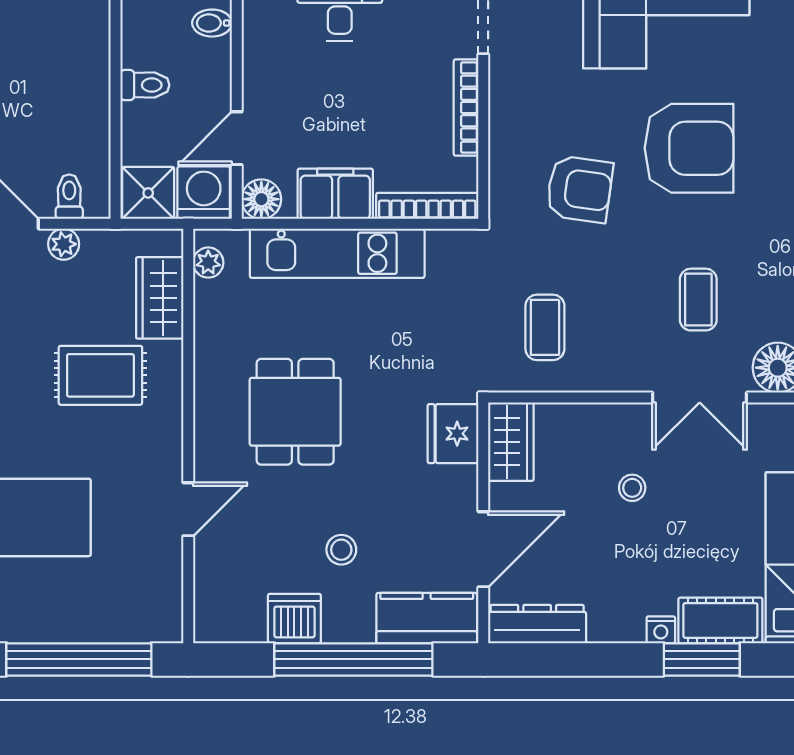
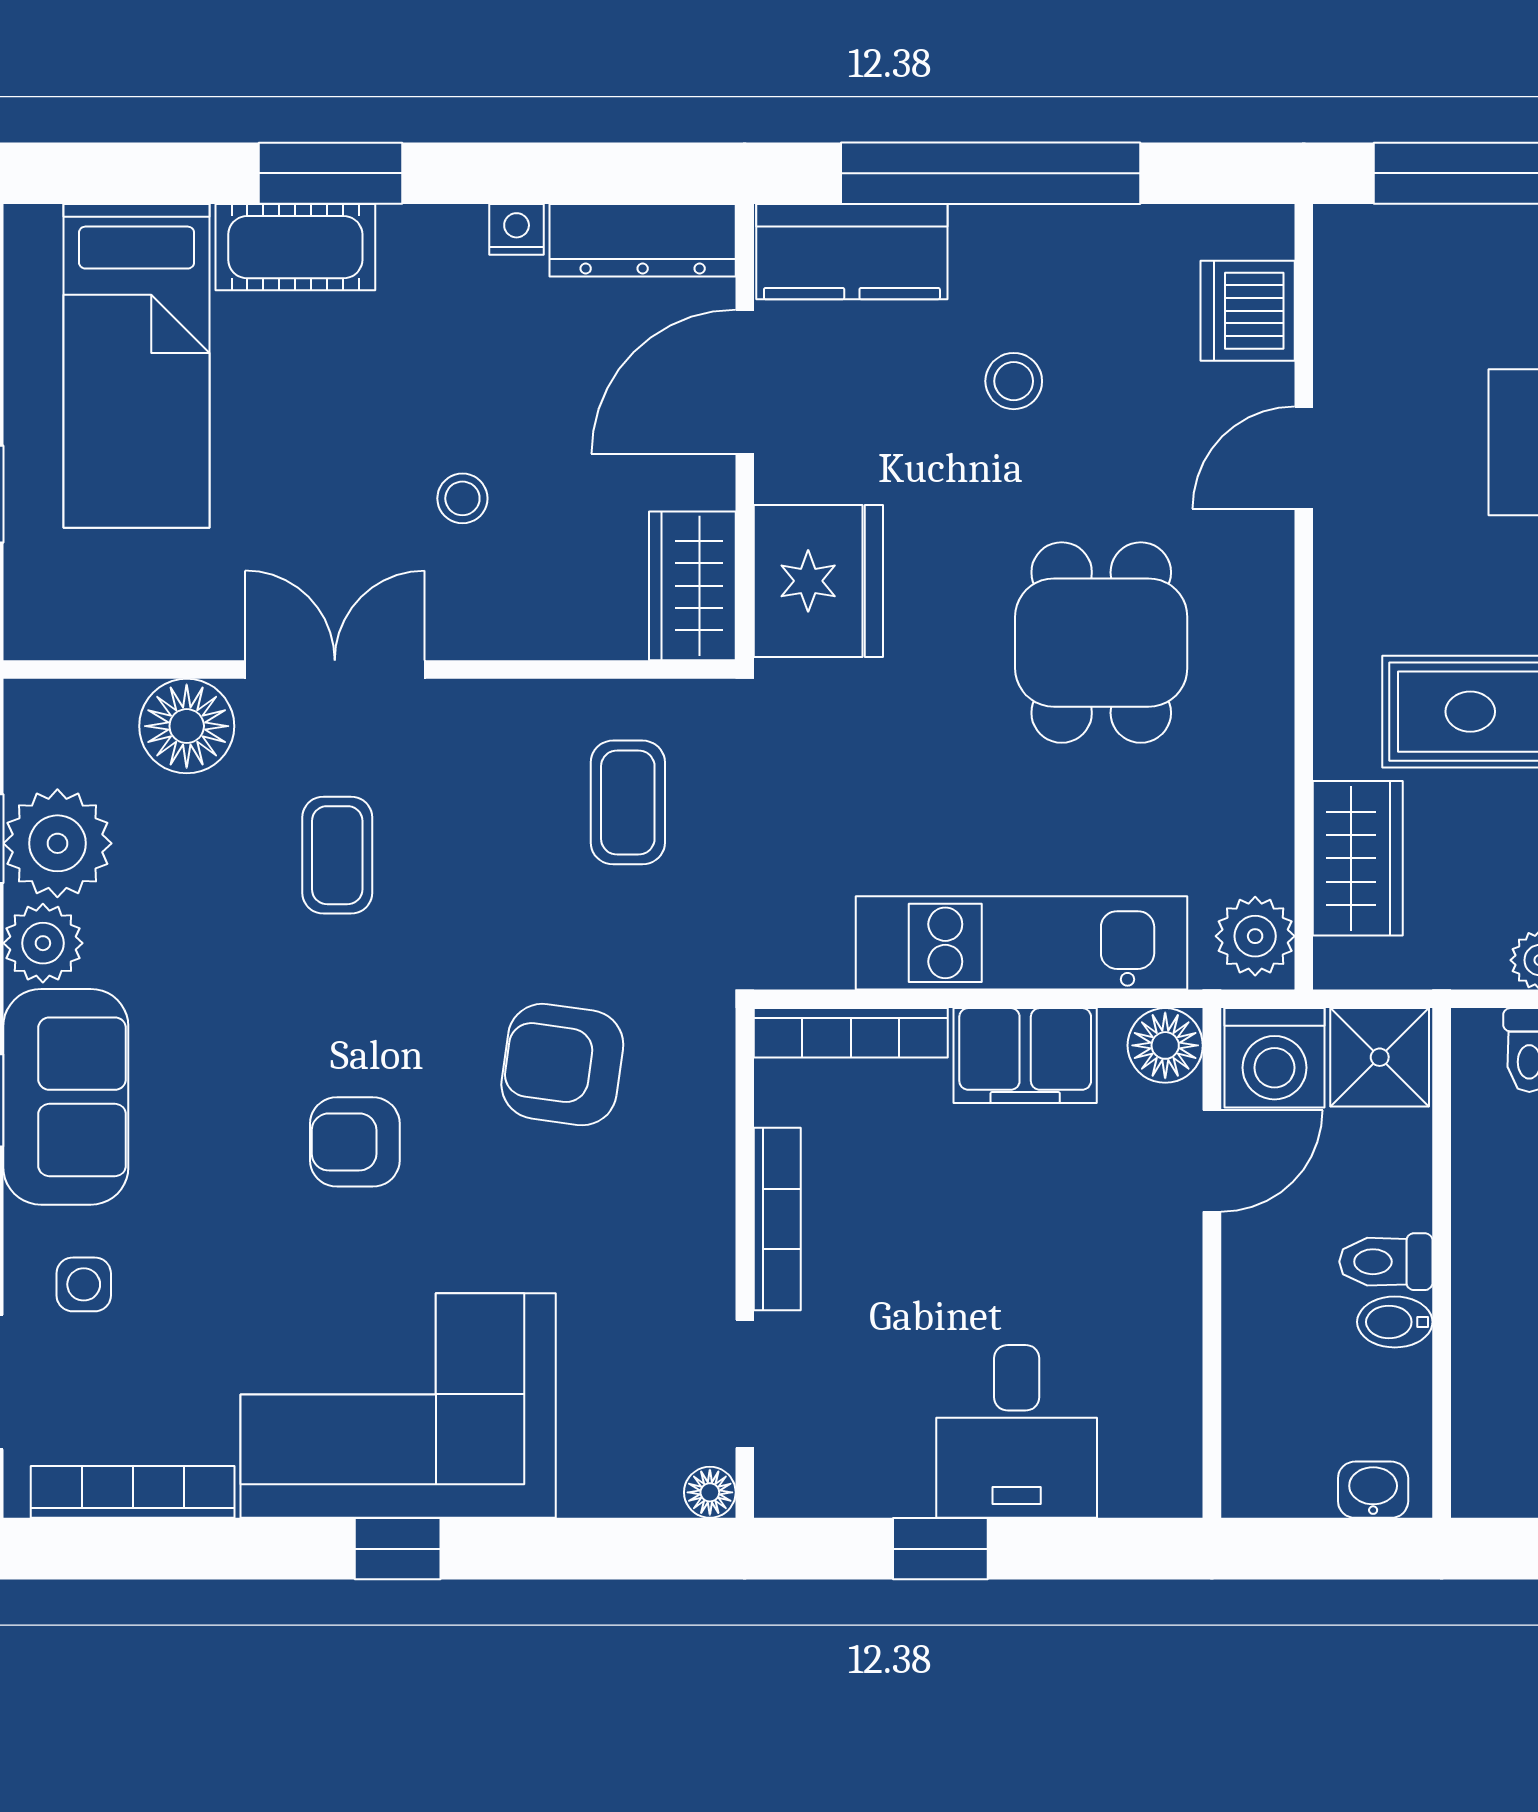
bidet: (212, 23) -> (1395, 1322), moved, turned 180
armchair: (689, 148) -> (355, 1142), width x0.53, depth x0.53
plant: (208, 263) -> (1255, 936), width x1.38, depth x1.38
fridge: (453, 434) -> (818, 581), width x1.36, depth x1.34
dishwasher: (294, 619) -> (1248, 311), moved, turned 90
nightstand: (661, 630) -> (517, 229), moved

